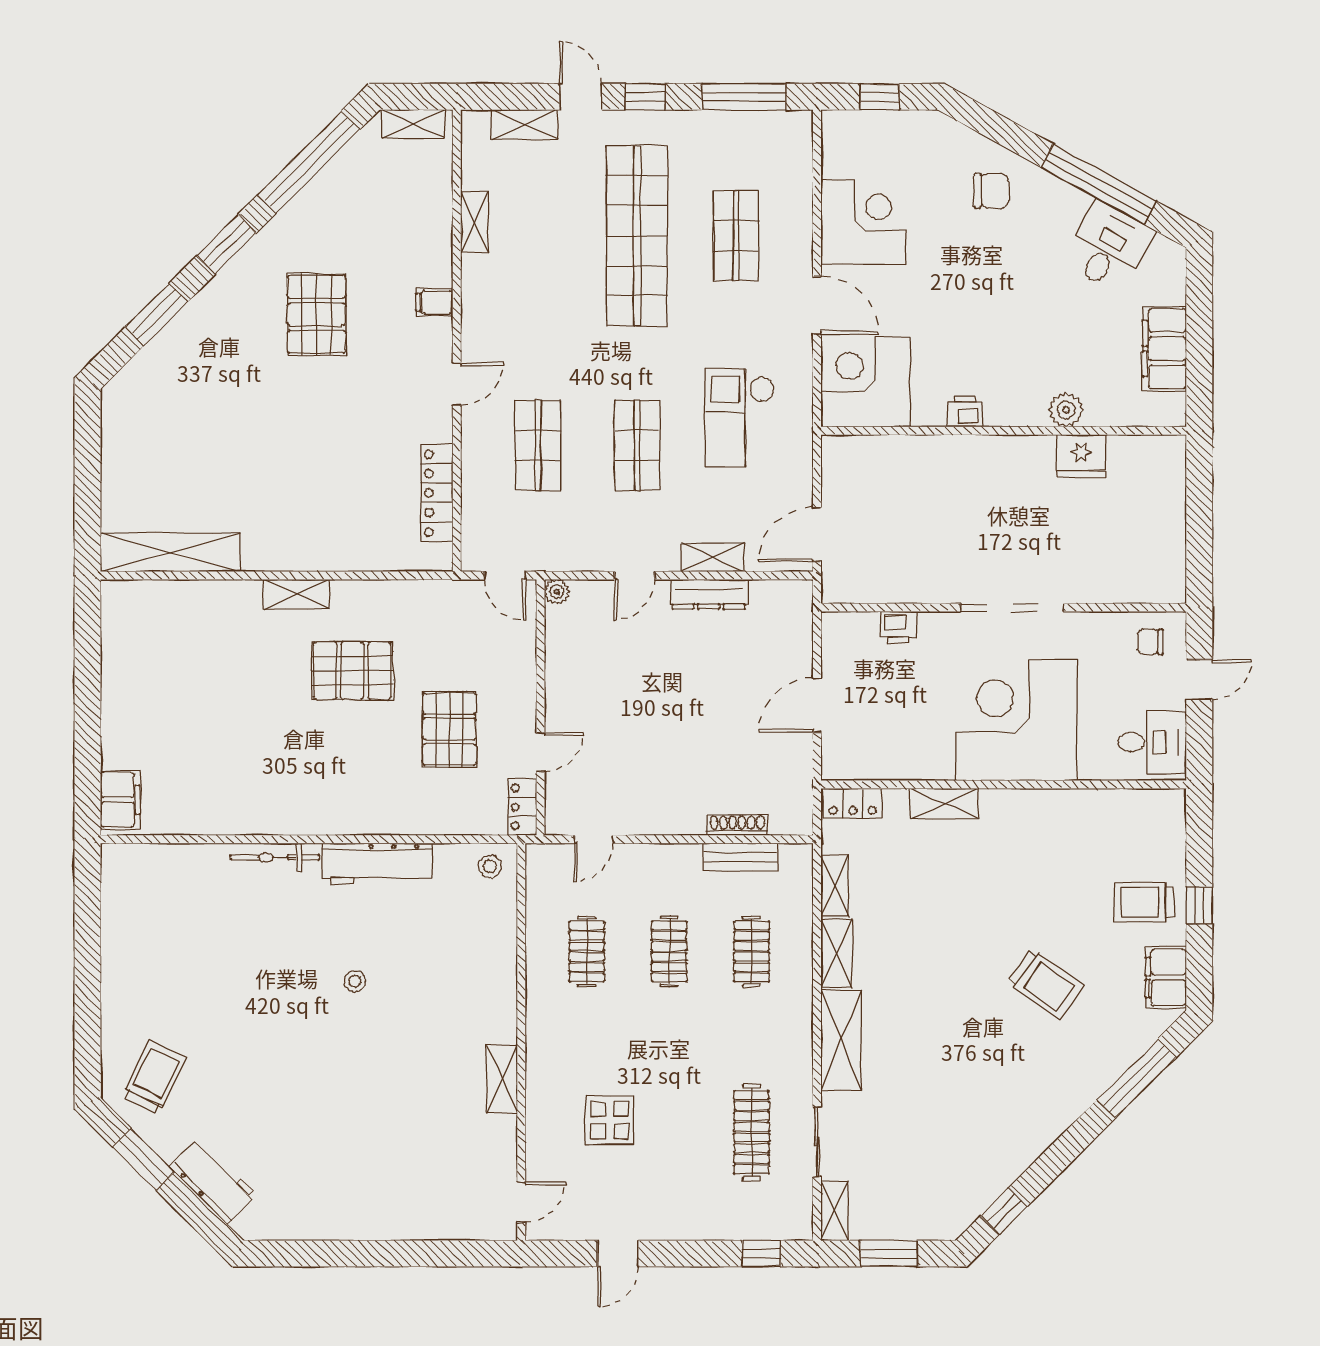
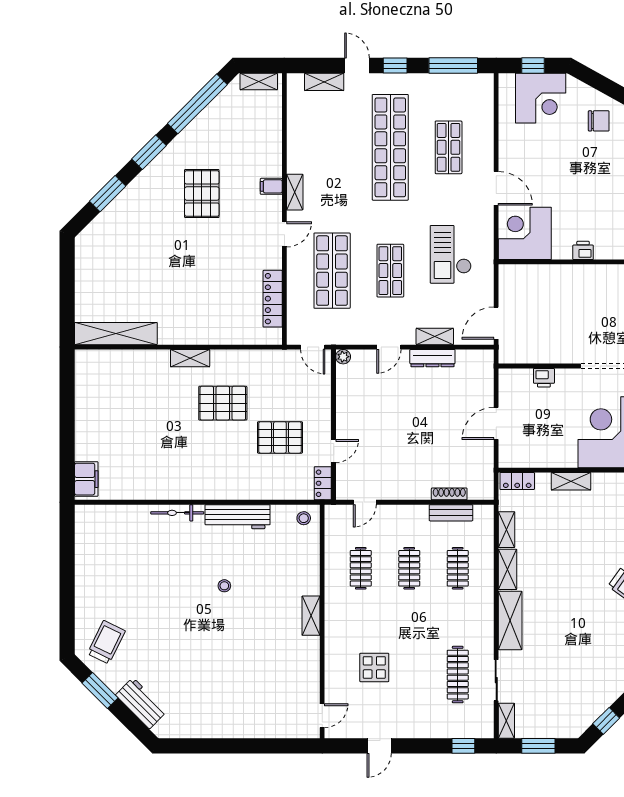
shelving: (474, 222) -> (295, 192), moved
corner desk: (863, 222) -> (541, 98), moved, turned 90
shop shelf: (538, 445) -> (332, 271), width x1.43, depth x1.36
pallet: (449, 729) -> (280, 437), turned 90
shelving: (502, 1079) -> (311, 616), moved

